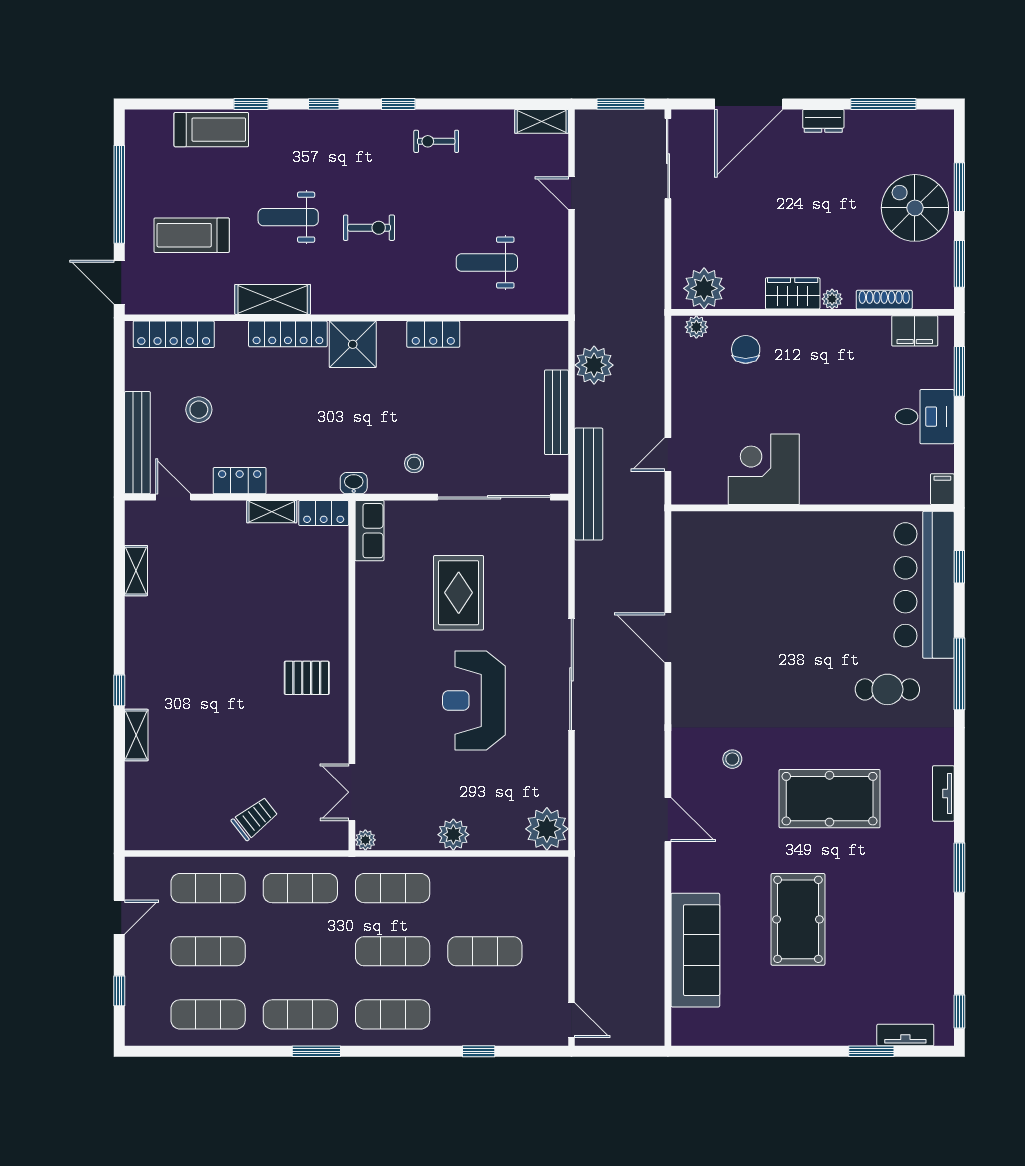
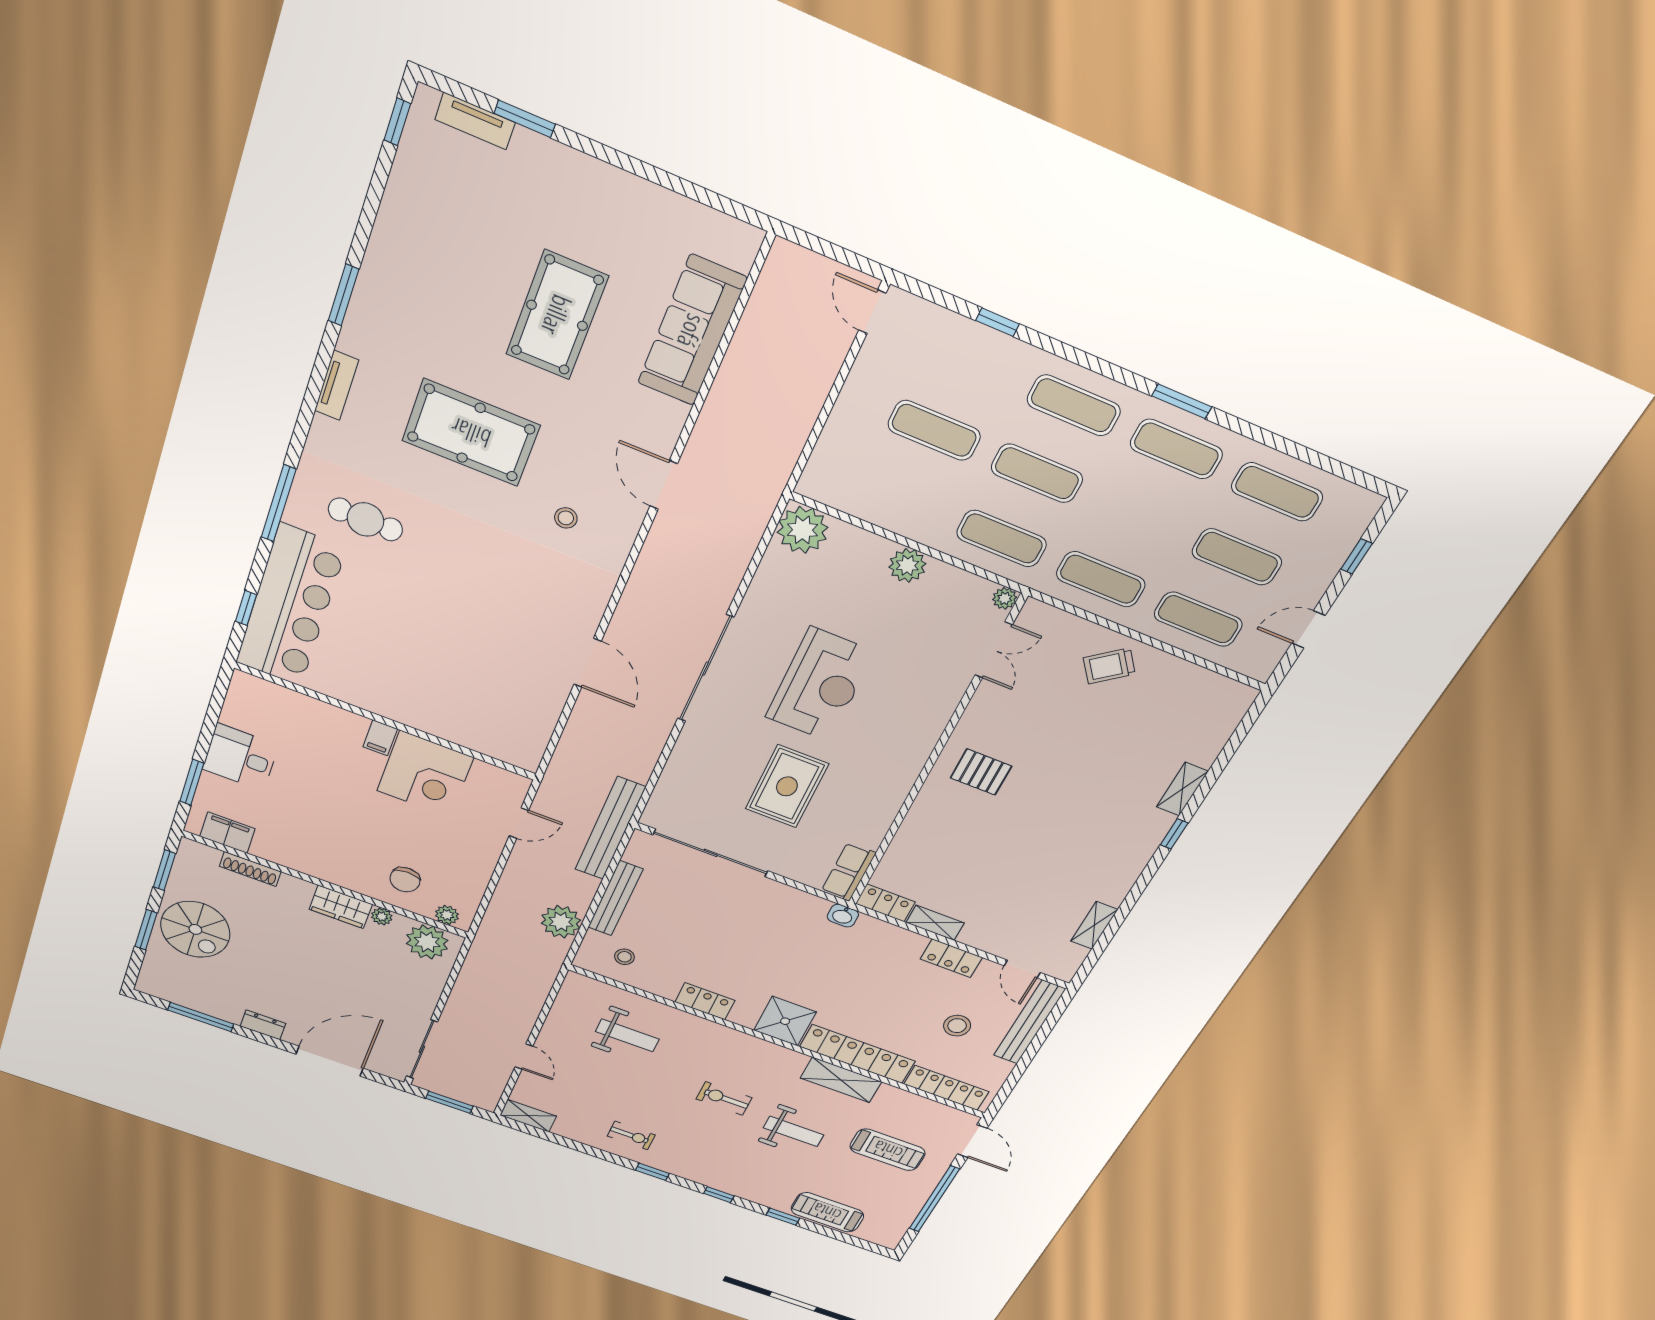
plant: (832, 299) -> (382, 917), moved
locker: (288, 334) -> (857, 1054), width x1.41, depth x1.21
stool: (414, 463) -> (624, 957), moved
filing cabinet: (942, 489) -> (380, 738), moved

